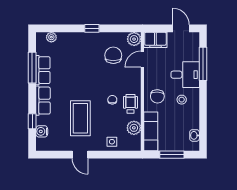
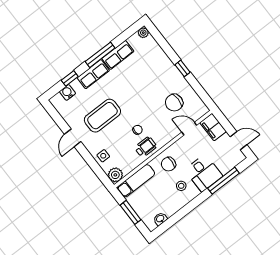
door: (181, 28) -> (238, 141), hinge flipped
plant: (51, 37) -> (143, 33), moved
plant: (134, 39) -> (200, 109), removed
chair: (113, 55) -> (174, 103), turned 180
window: (32, 68) -> (100, 55), moved
plant: (134, 128) -> (115, 175), moved

